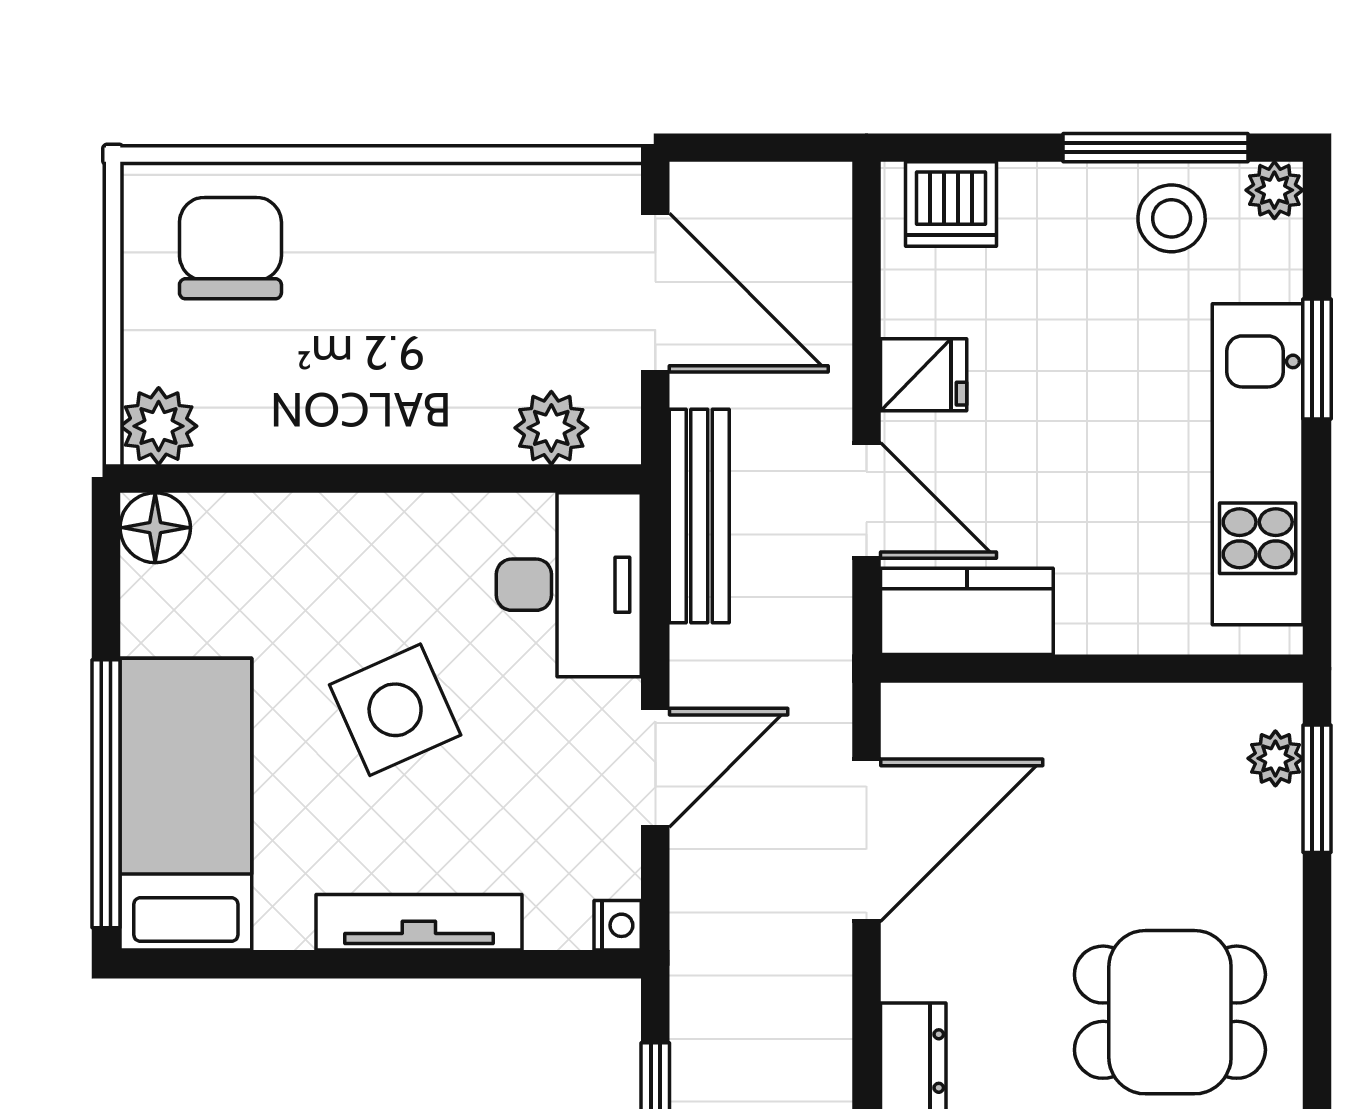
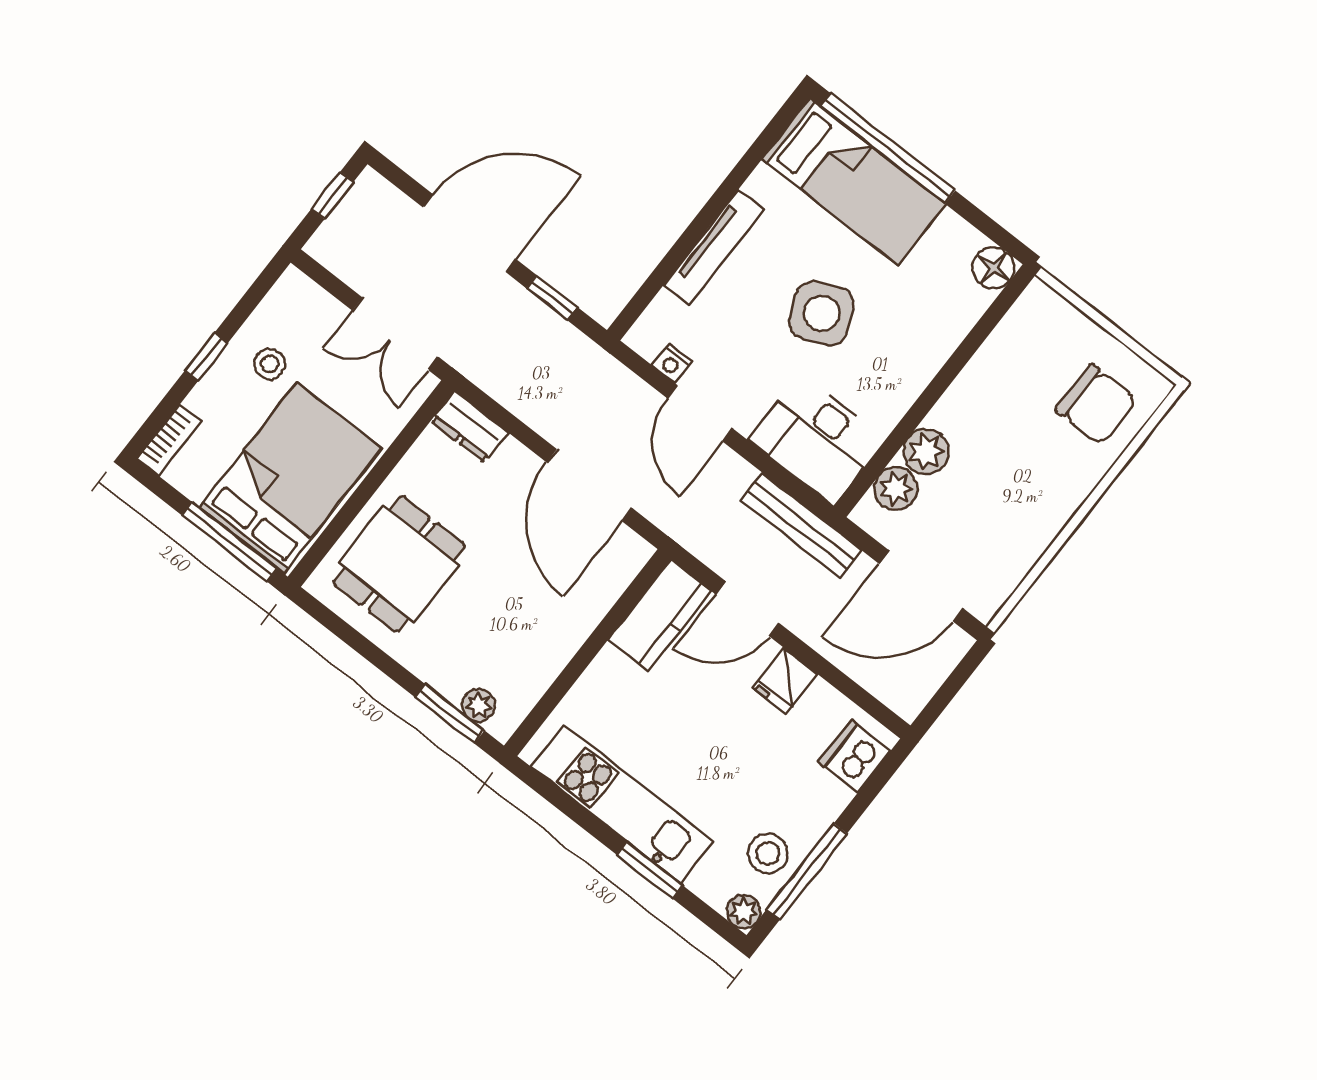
plant: (159, 426) -> (926, 452), moved
nightstand: (618, 925) -> (672, 363), moved

